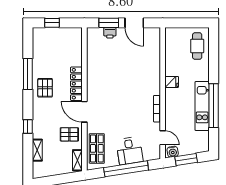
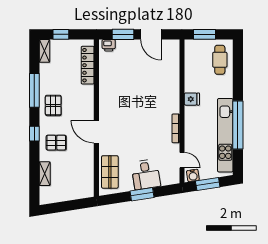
window: (183, 23) -> (204, 34), added
printer: (110, 33) -> (109, 45), moved
locker: (76, 84) -> (88, 65), moved
kitchen unit: (202, 106) -> (225, 135), width x1.36
window: (28, 126) -> (34, 134), moved
pallet: (69, 134) -> (56, 143), moved
shelving: (77, 160) -> (45, 51), moved
window: (126, 169) -> (142, 194), width x0.47

